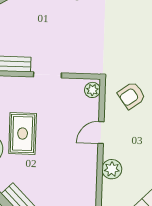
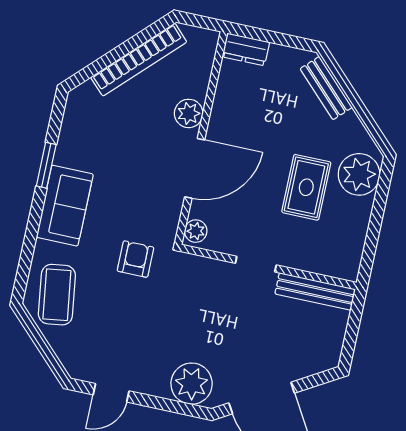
armchair: (131, 95) -> (135, 259), moved, turned -54
door: (101, 133) -> (195, 168), width x1.88

